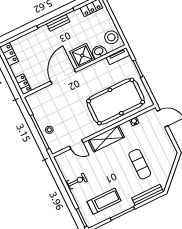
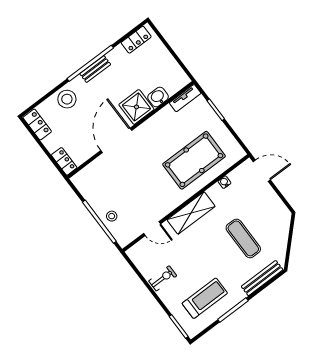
stool: (111, 37) -> (67, 99), moved
pool table: (116, 102) -> (194, 160), width x0.73, depth x0.76

